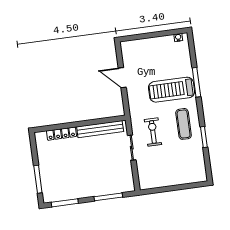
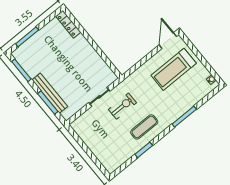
door: (122, 78) -> (168, 41), moved
treadmill: (172, 90) -> (174, 69), moved, turned -90
bench: (100, 129) -> (50, 93), moved
locker: (61, 134) -> (68, 24), moved

